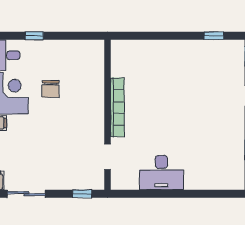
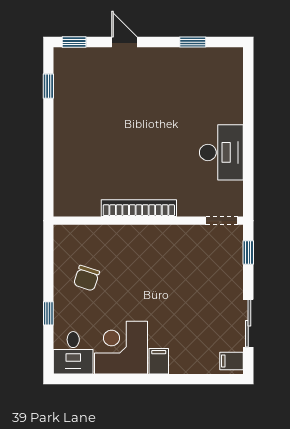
chair: (51, 89) -> (87, 278), moved, turned 108
doorway: (107, 157) -> (222, 221), moved

